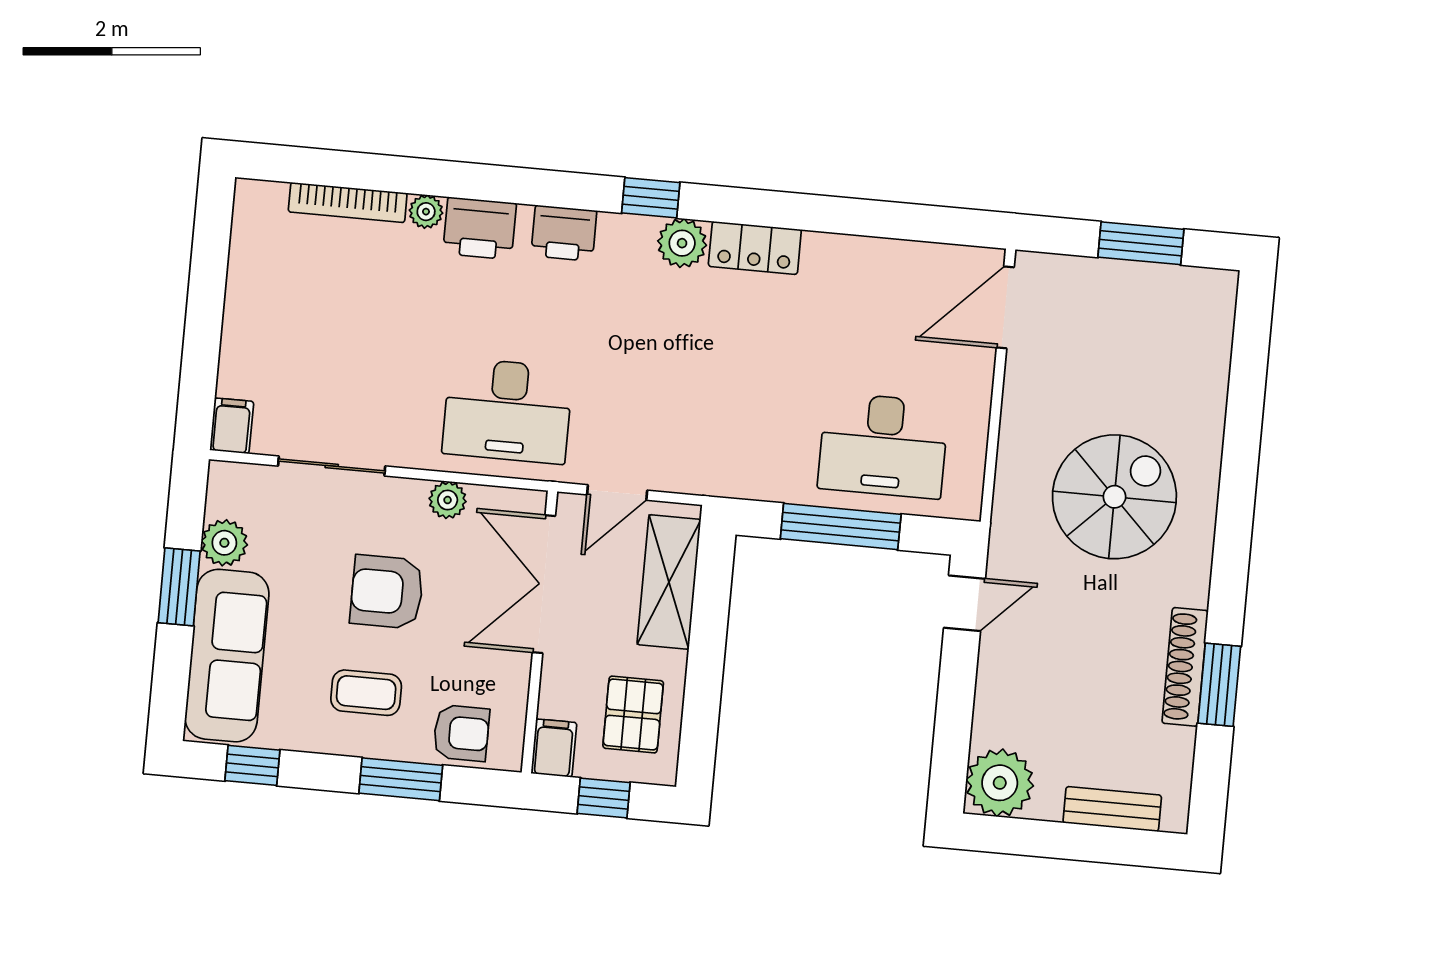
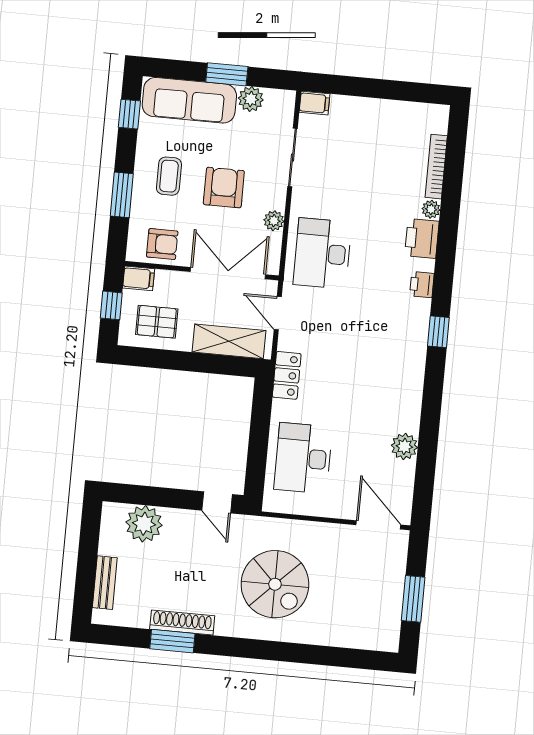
printer: (564, 233) -> (422, 285), width x0.73, depth x0.81
plant: (682, 243) -> (404, 446), moved
locker: (755, 248) -> (287, 375), moved, turned 180
window: (841, 527) -> (259, 435), removed
armchair: (461, 733) -> (162, 244), moved, turned -90
plant: (1000, 783) -> (144, 524), moved

